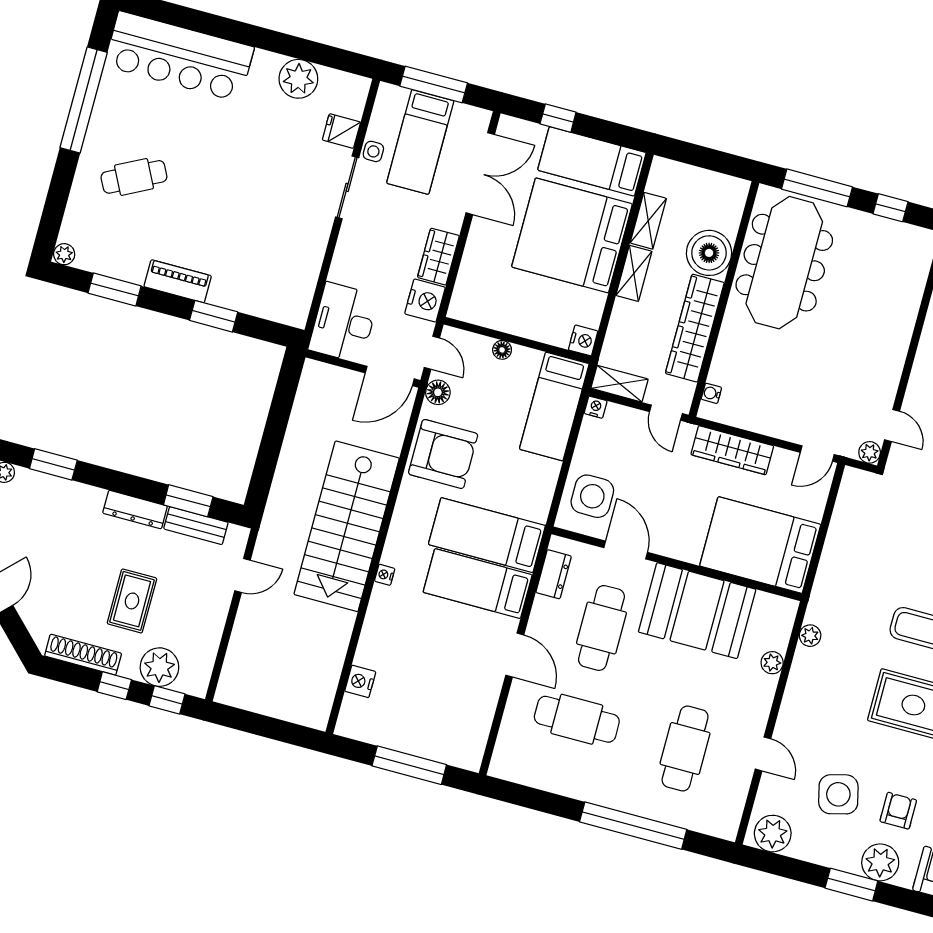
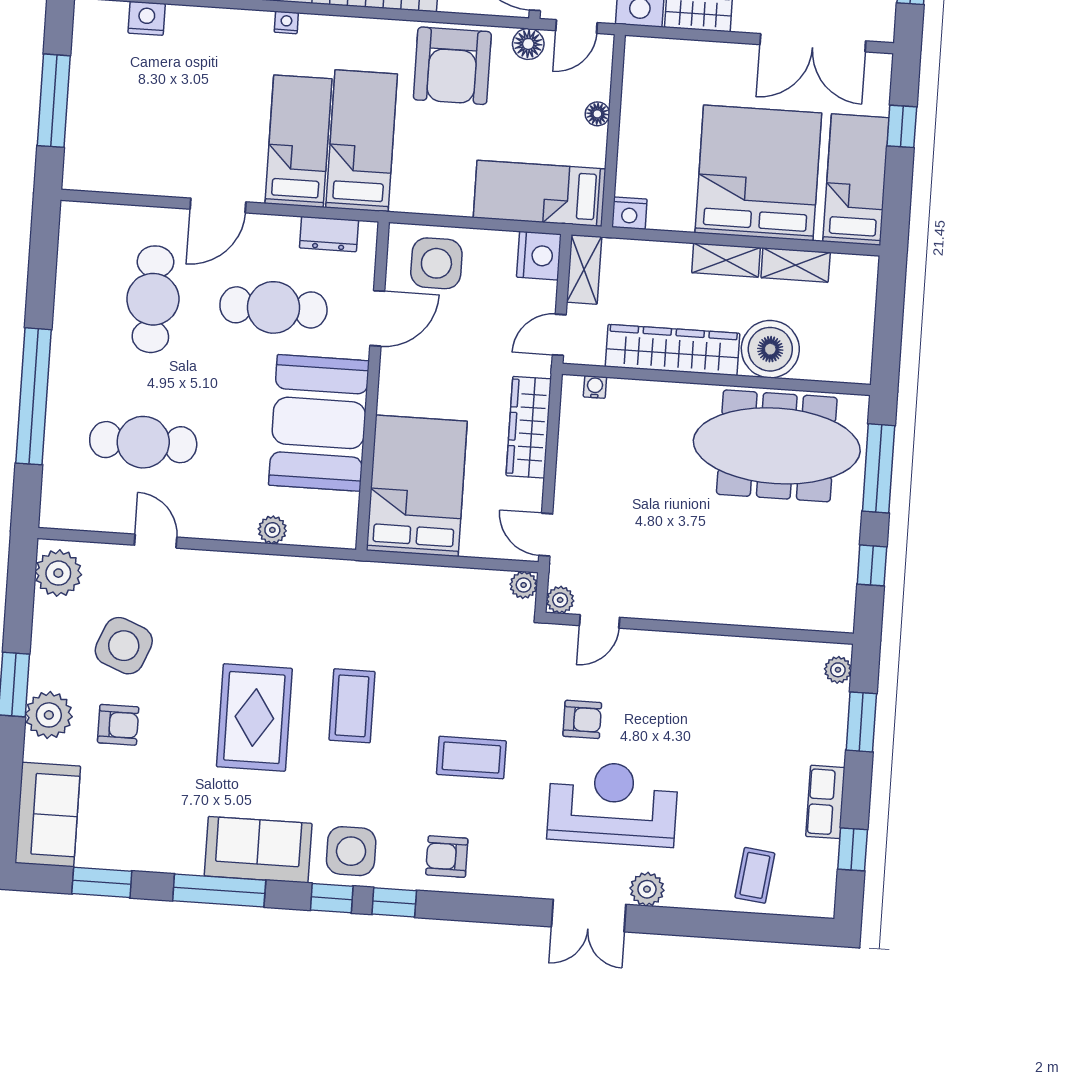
nightstand: (596, 407) -> (539, 256), width x1.89, depth x1.79
plant: (810, 636) -> (524, 585), moved
door: (763, 754) -> (156, 541), swing flipped
side table: (838, 794) -> (124, 646), turned 36

